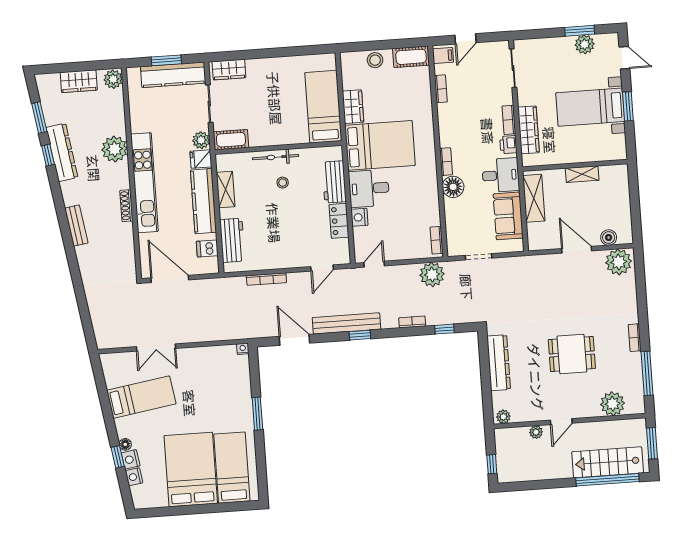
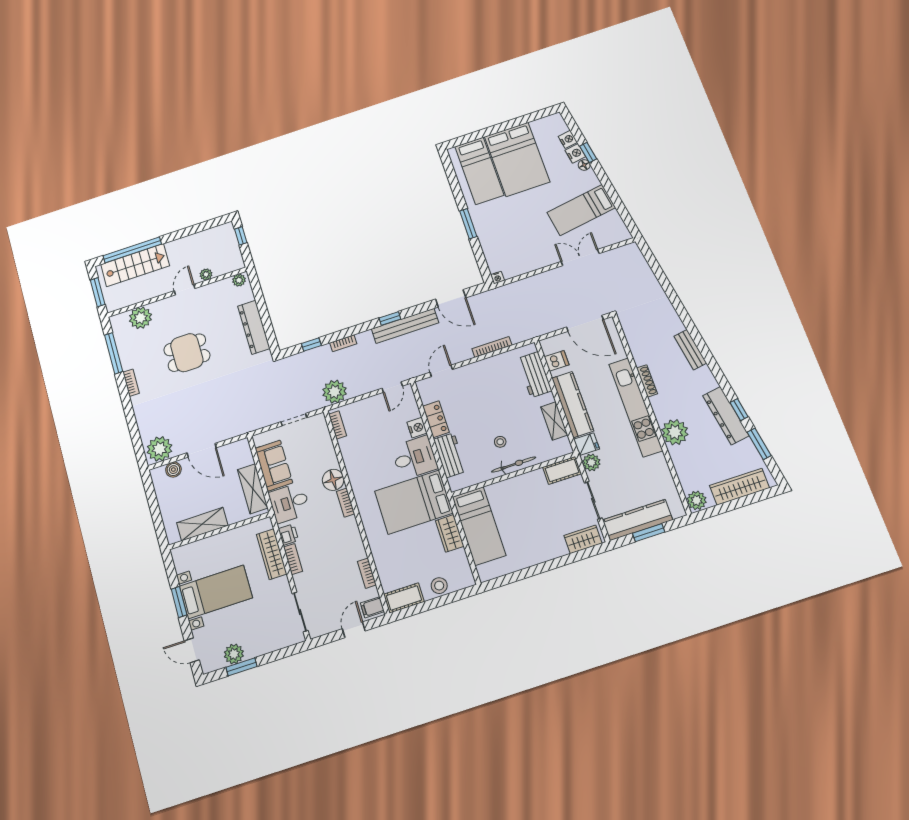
wardrobe: (79, 81) -> (739, 487), width x1.50
shelving: (582, 174) -> (202, 524), width x1.50, depth x1.33

